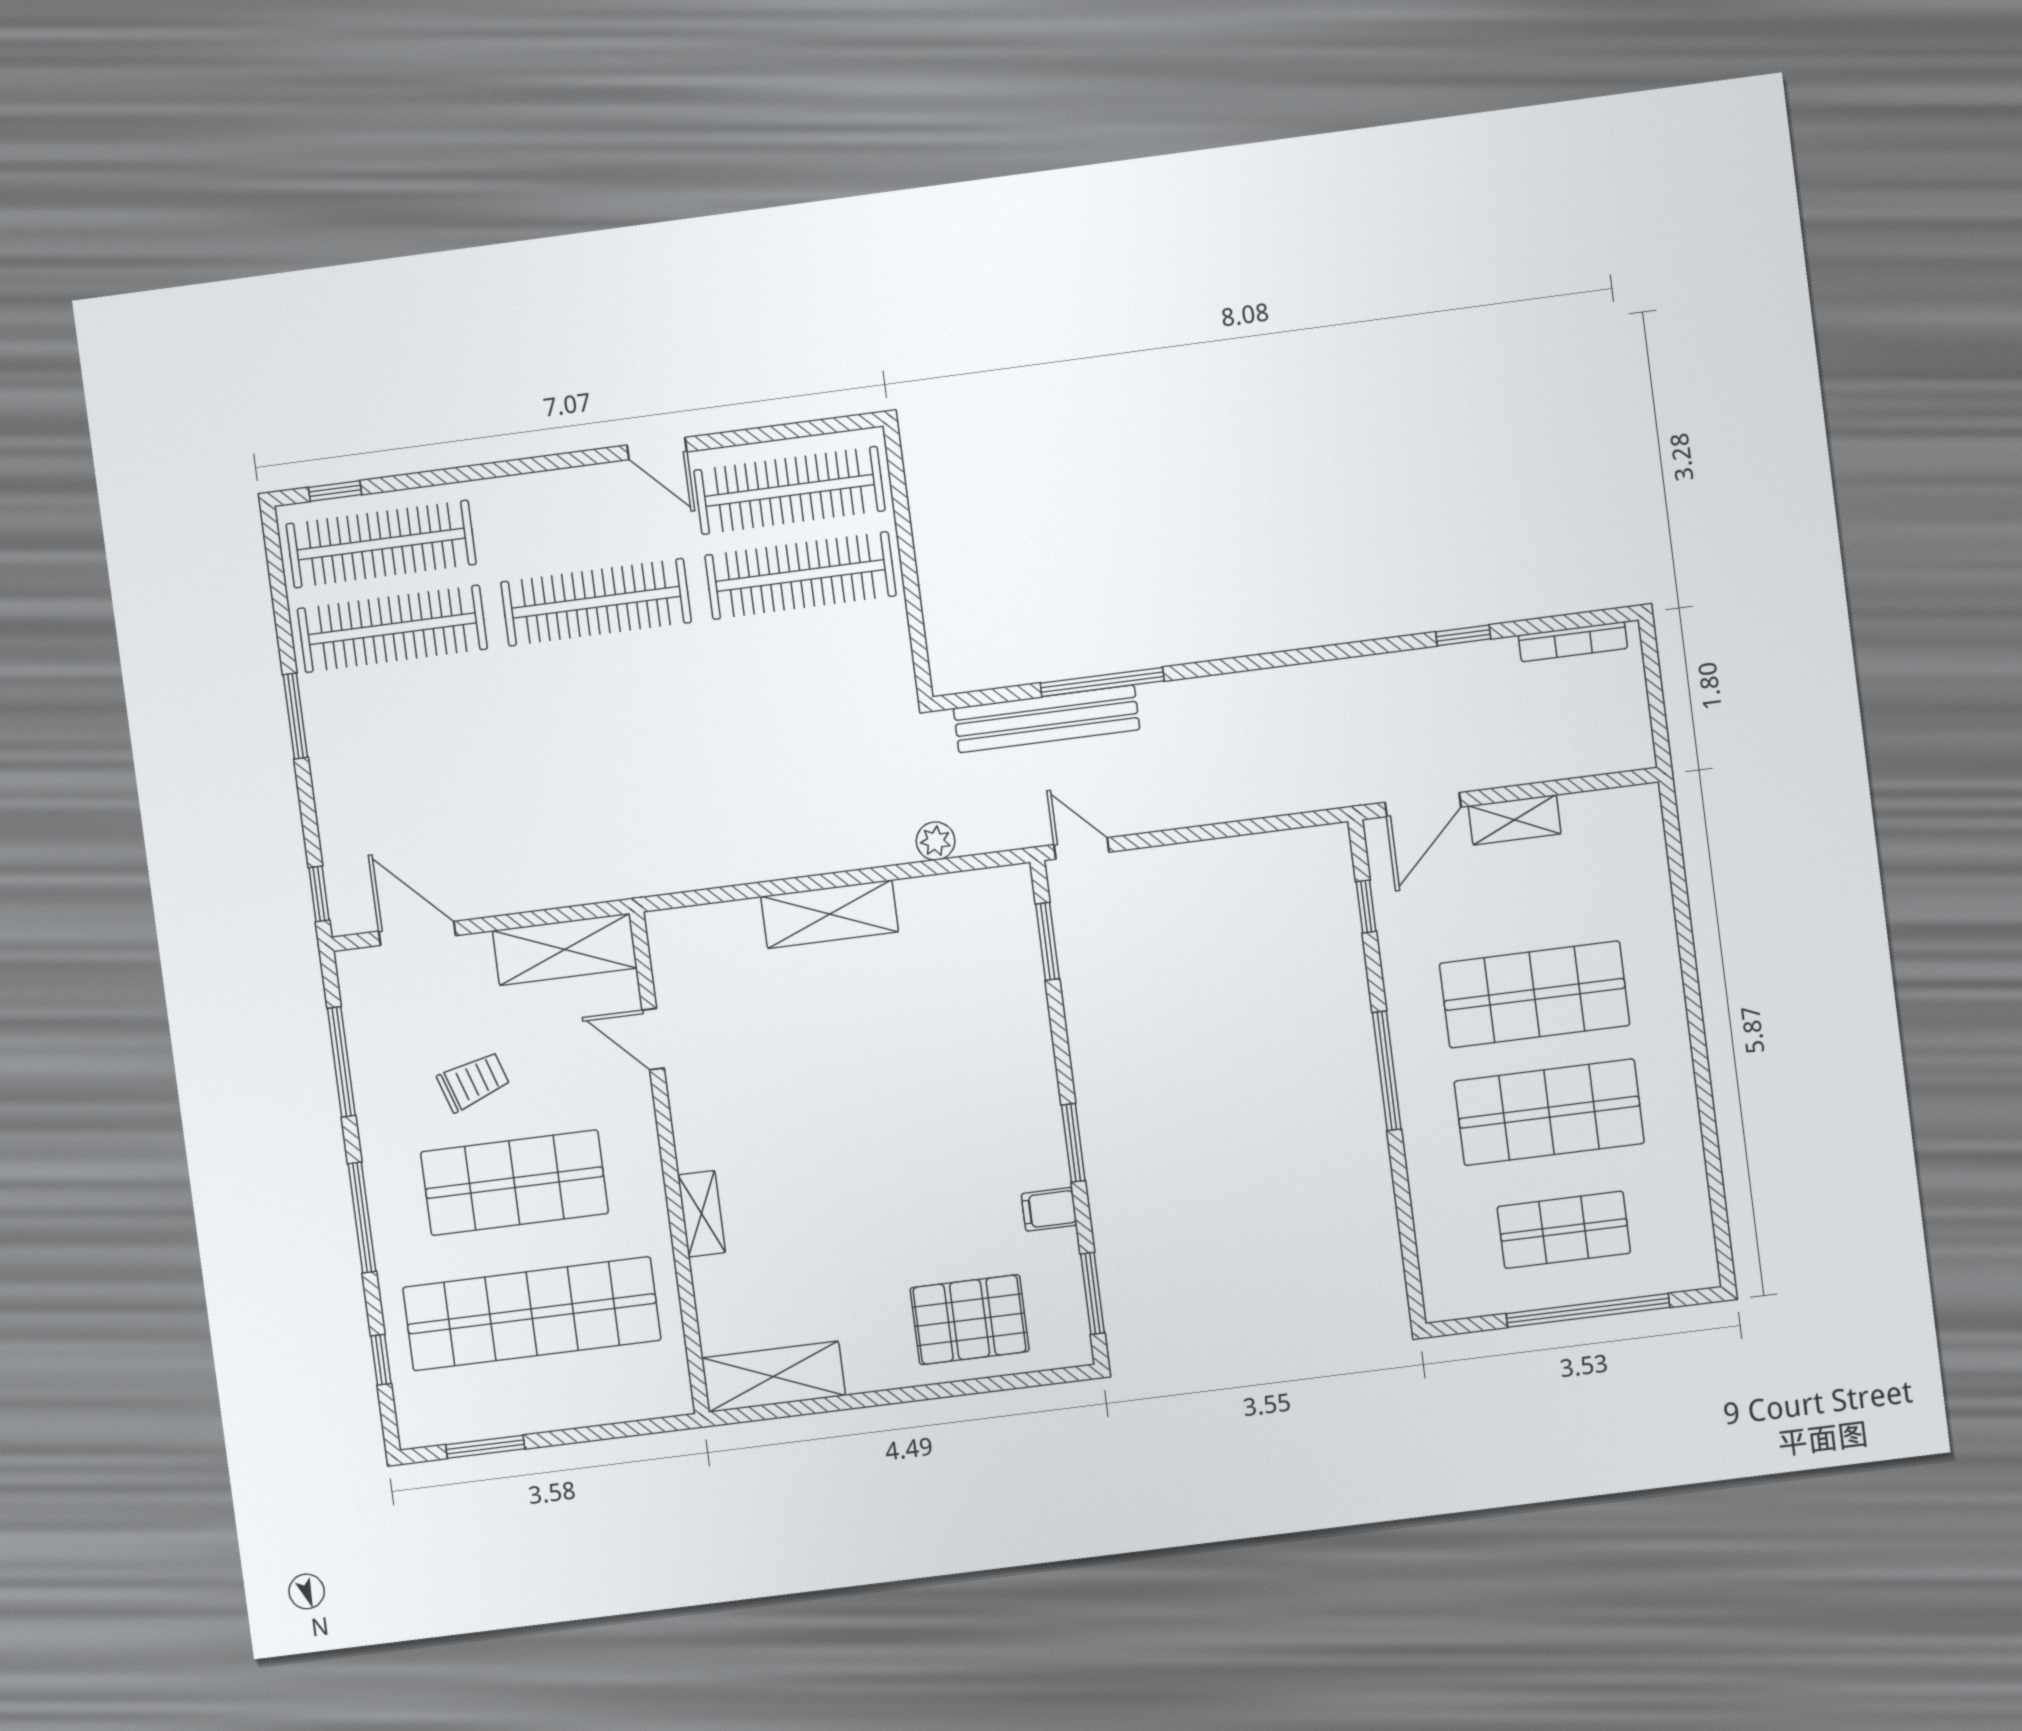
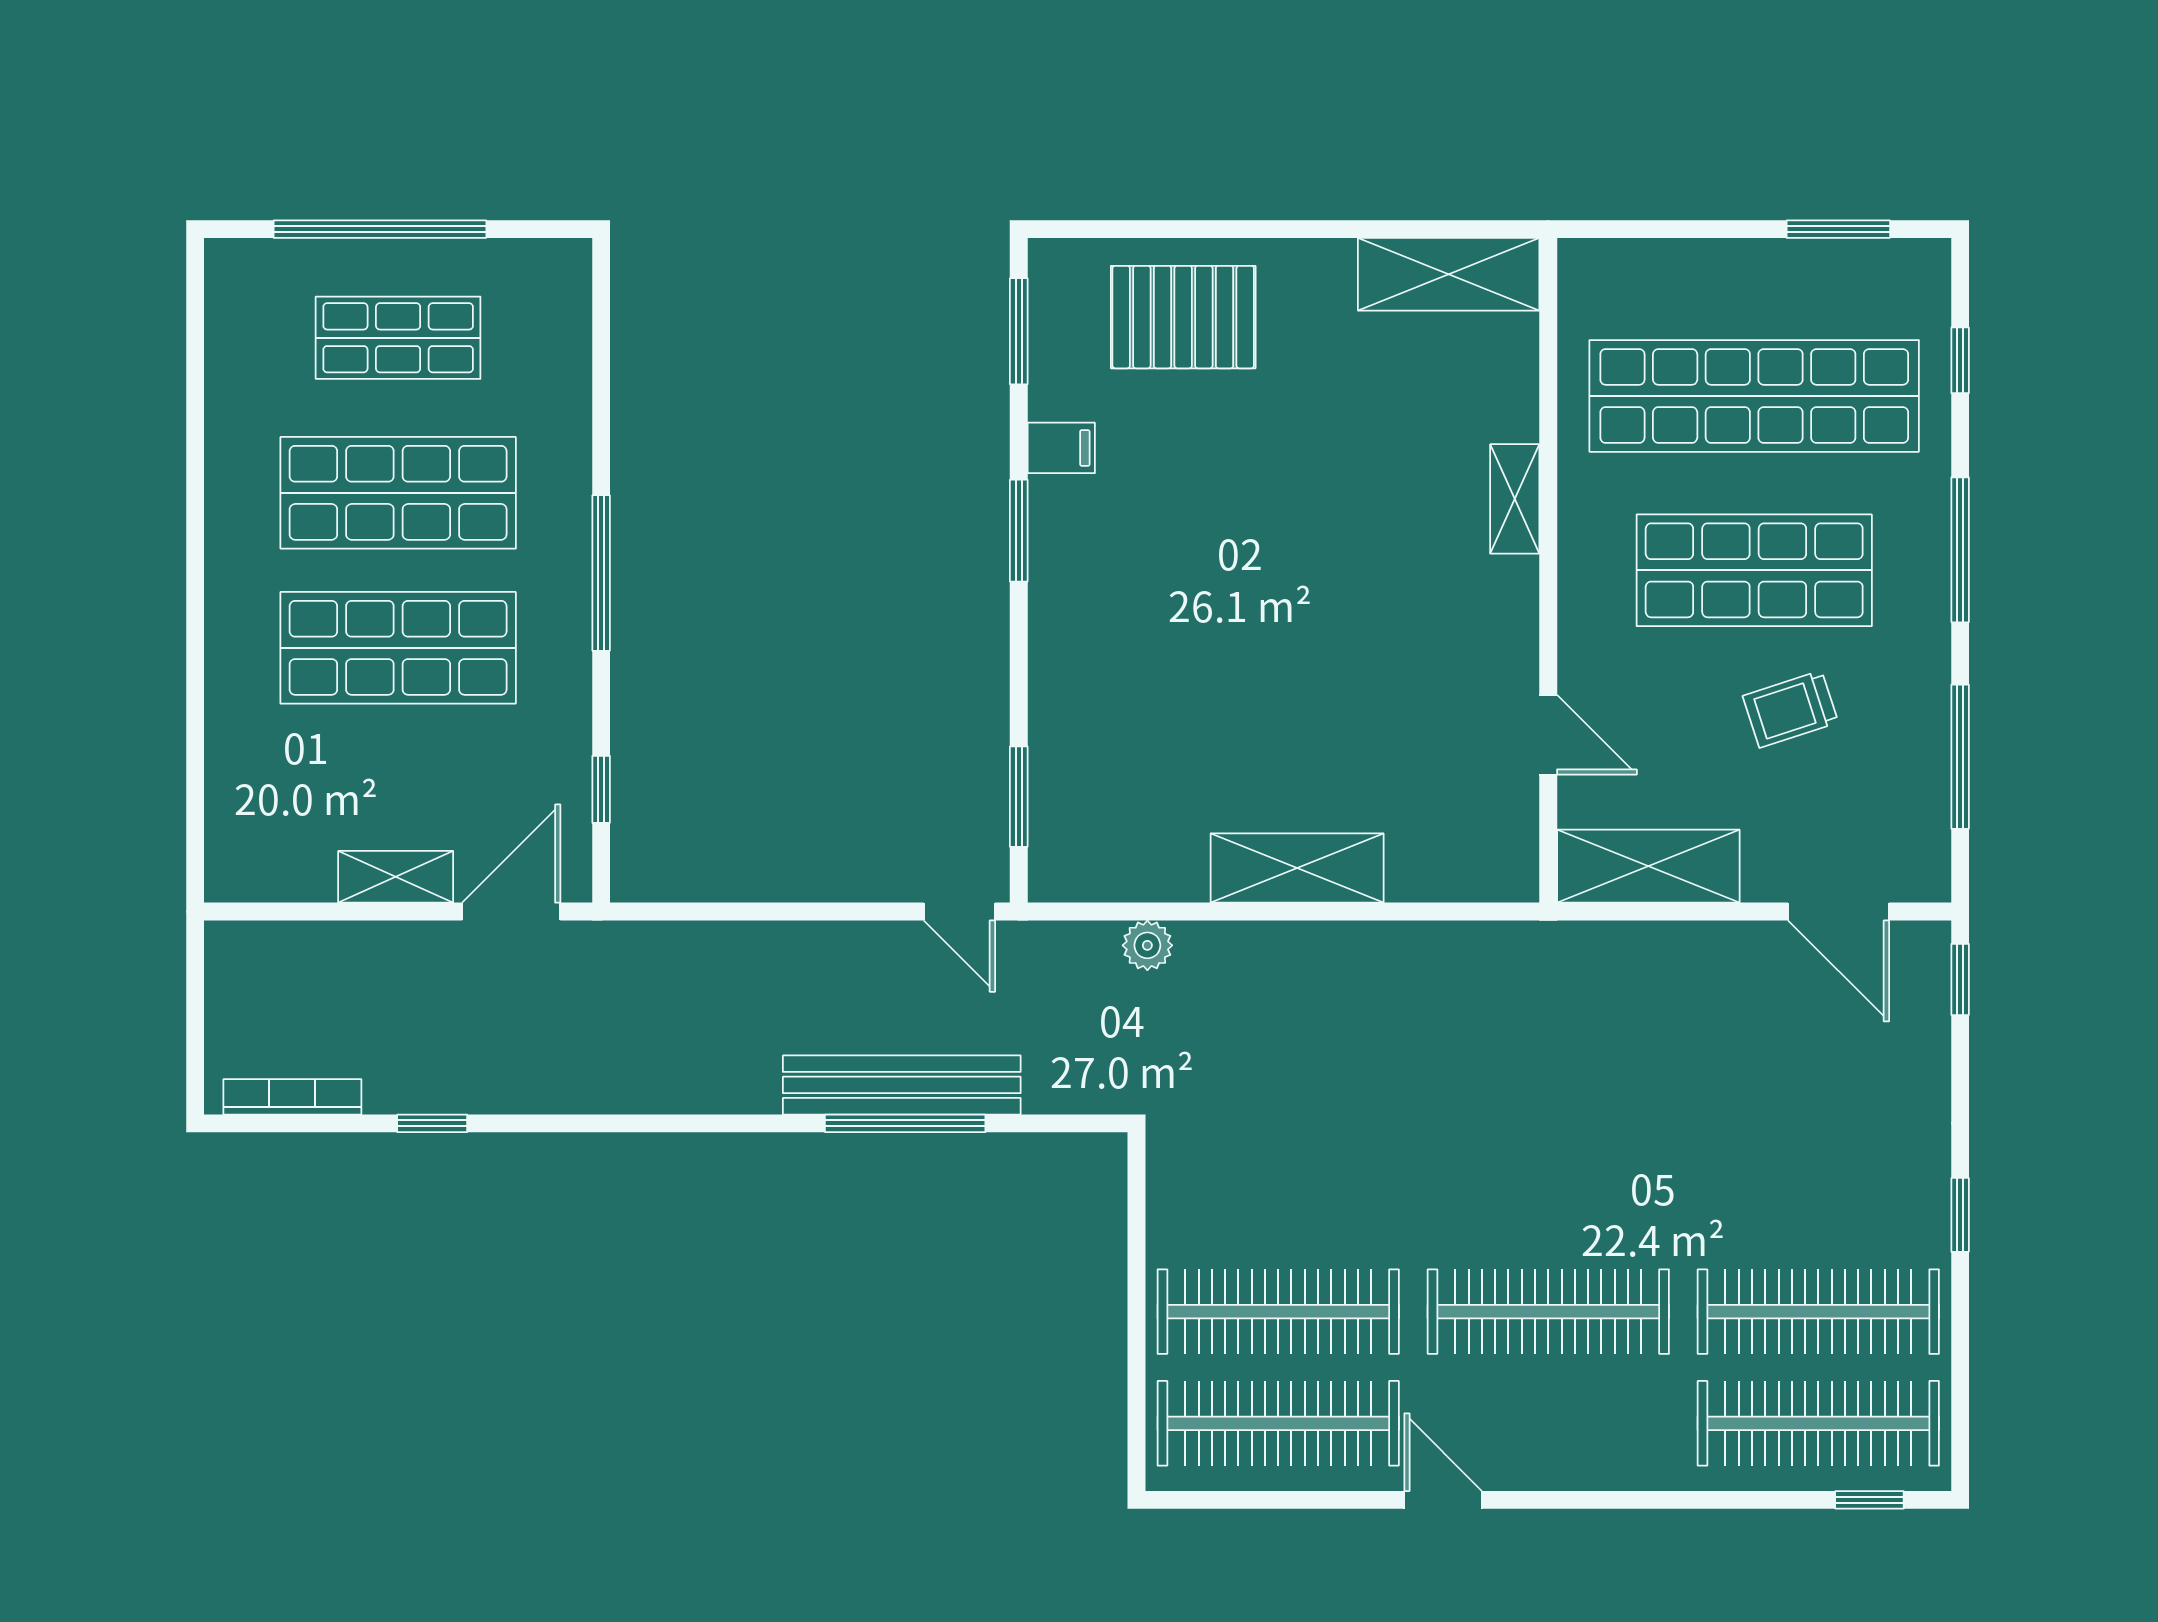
window: (295, 716) -> (1960, 1215), width x0.67
bench: (1046, 719) -> (902, 1085), moved

